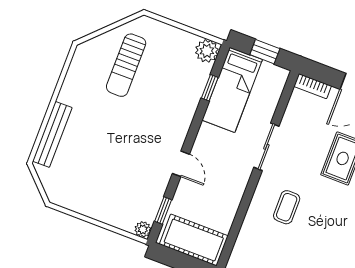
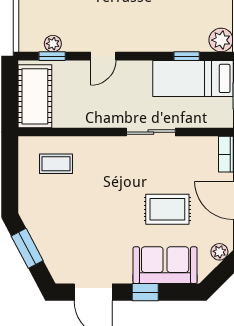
coffee table: (287, 207) -> (56, 164), moved
plant: (143, 229) -> (53, 44), moved

